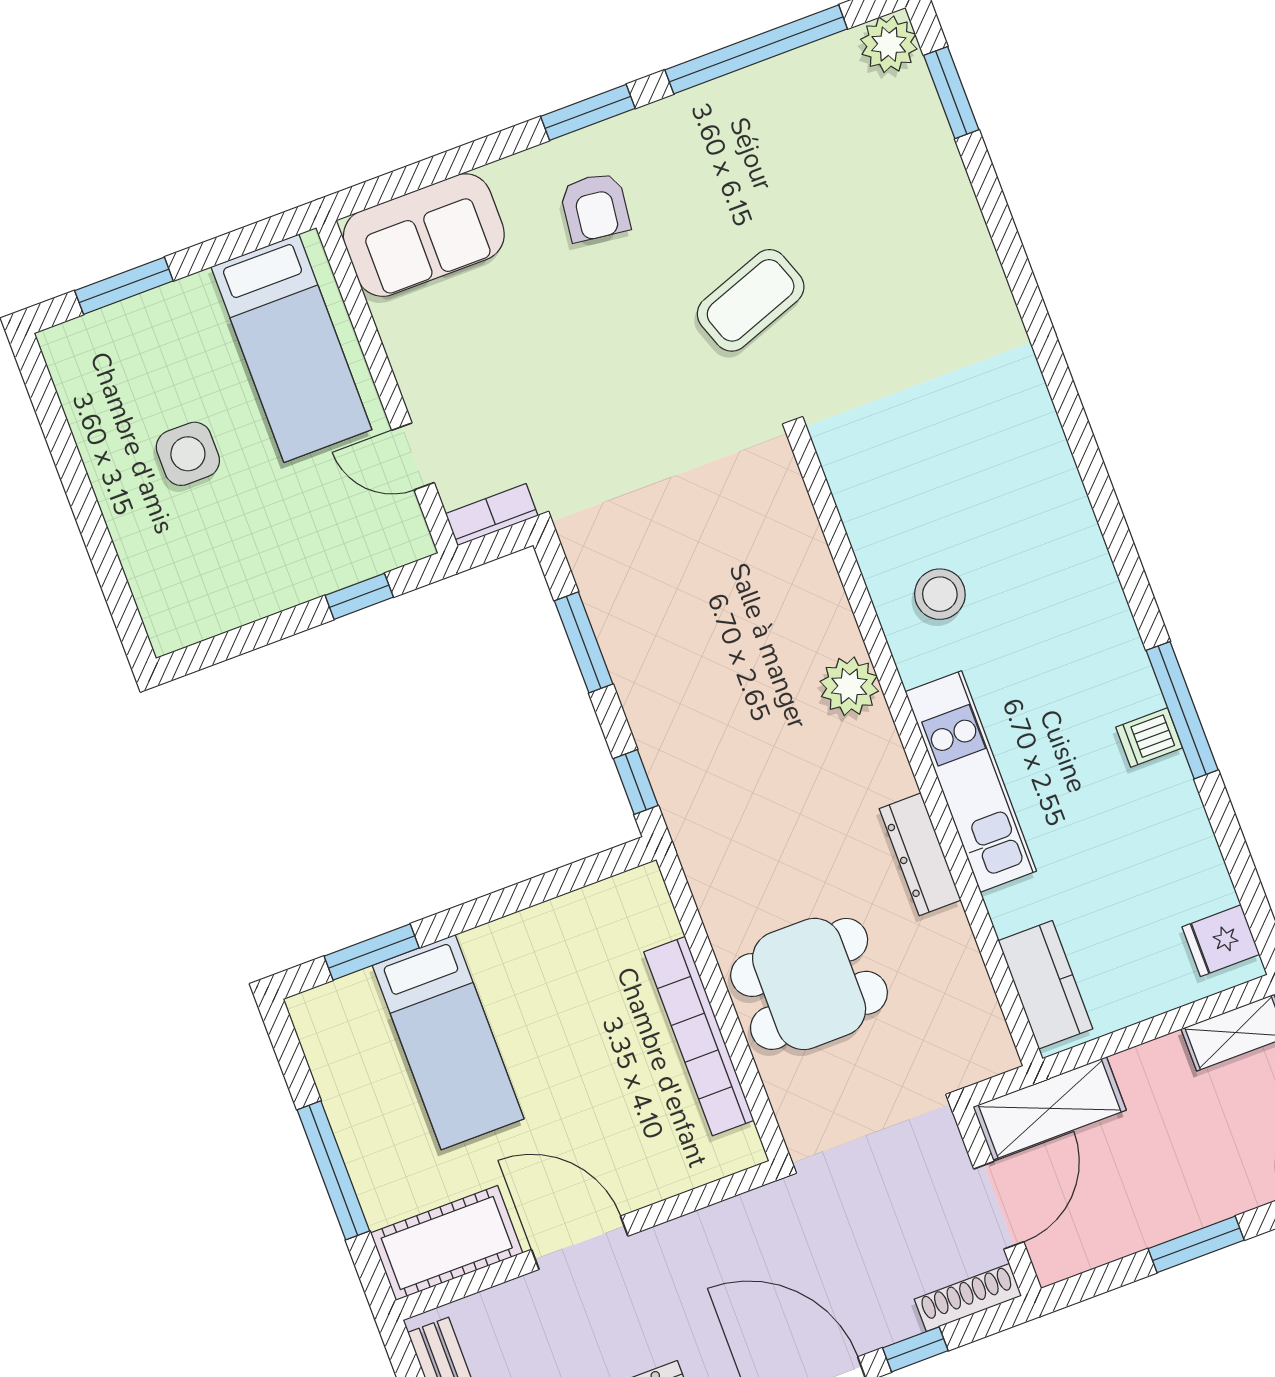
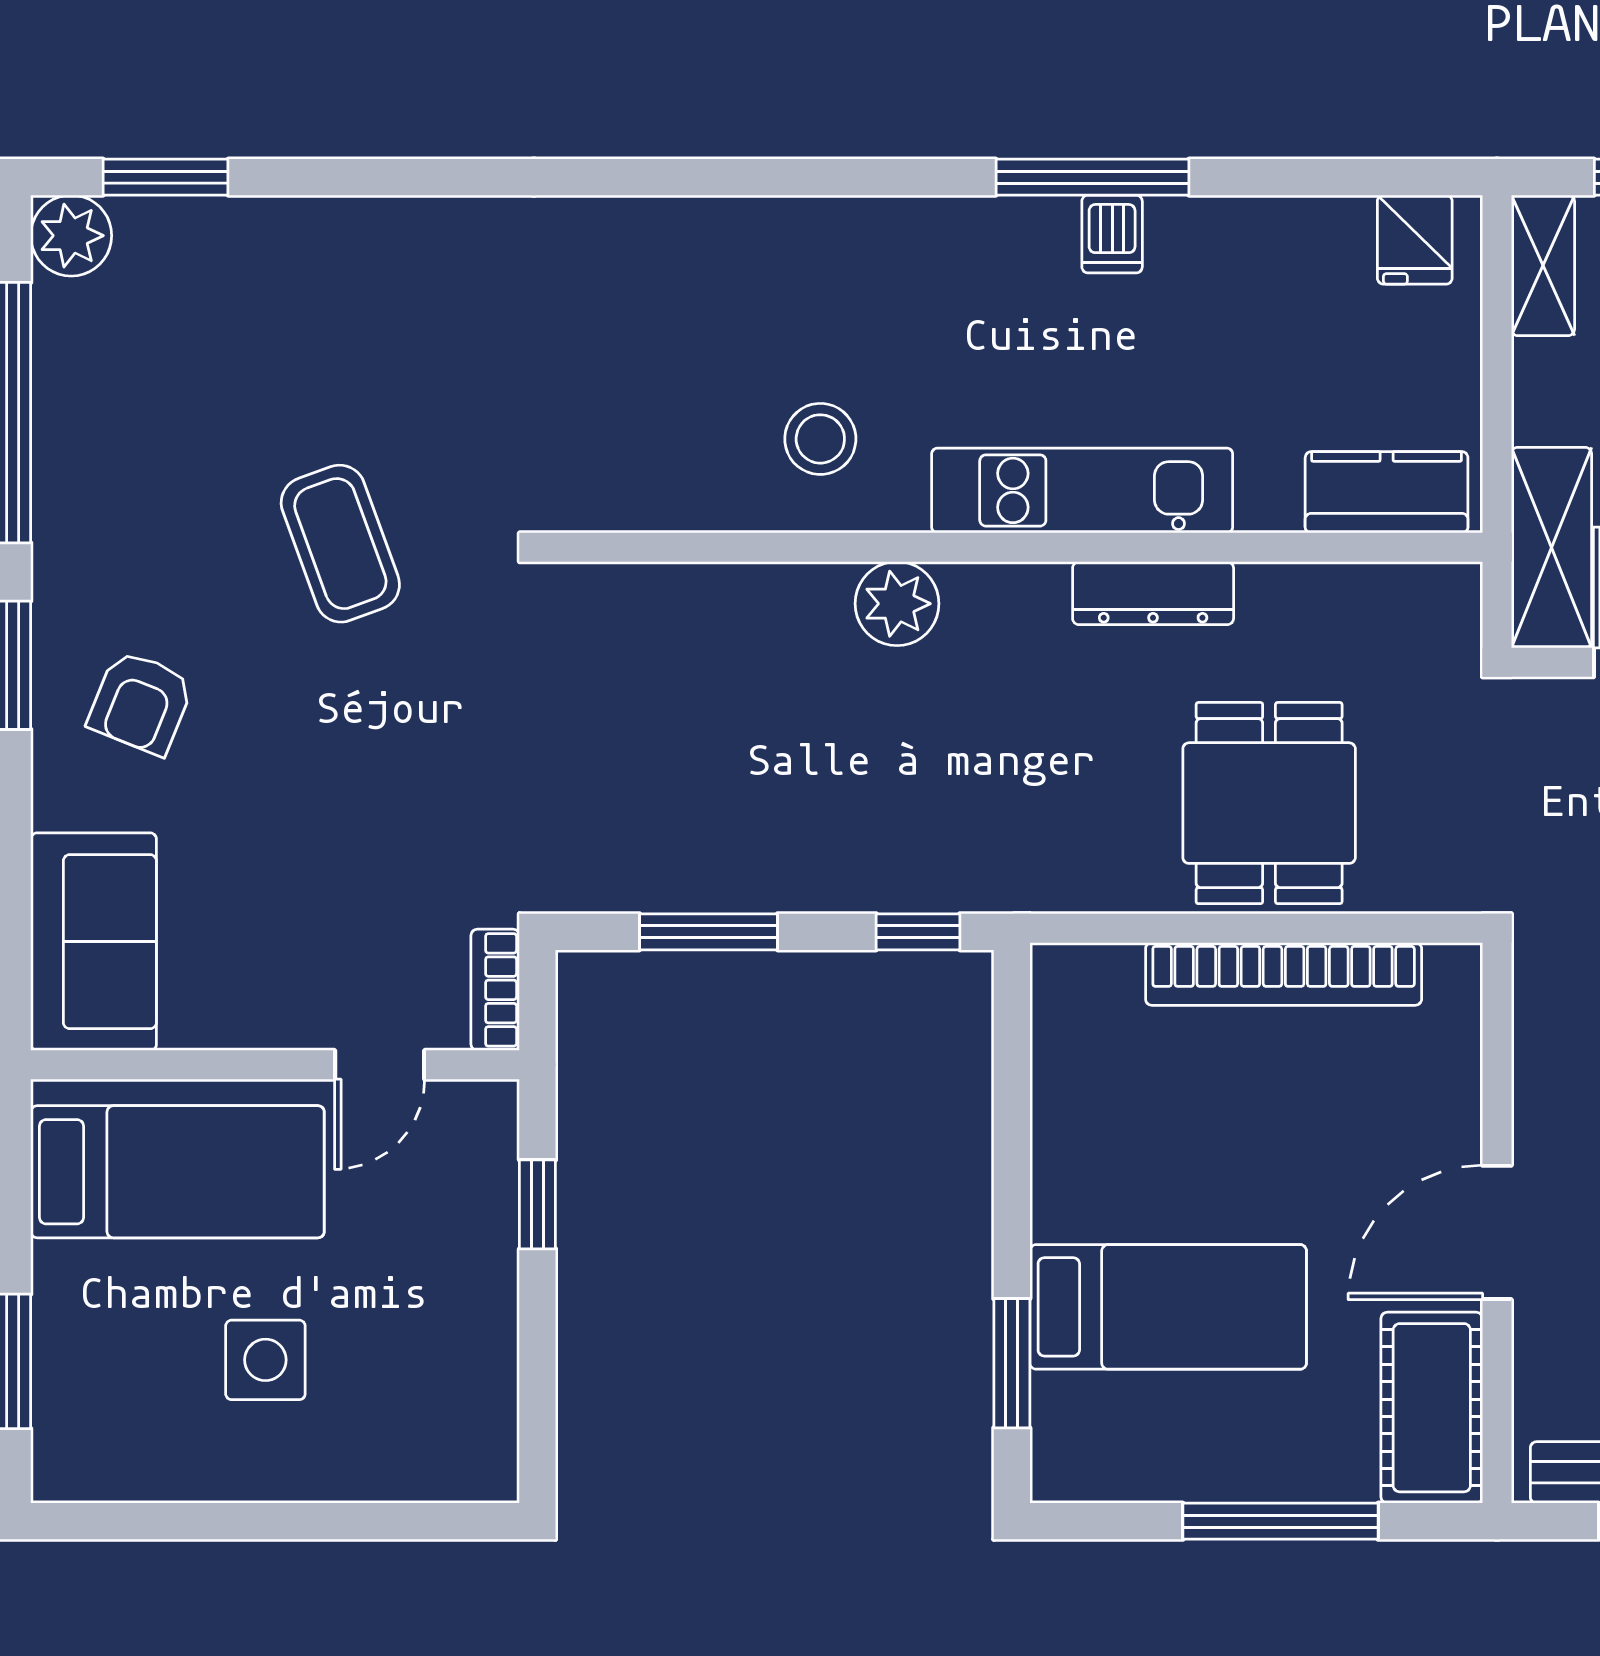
armchair: (595, 207) -> (141, 703), turned 105

